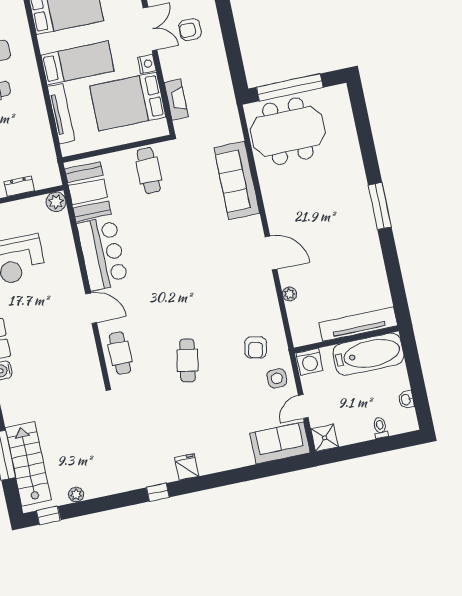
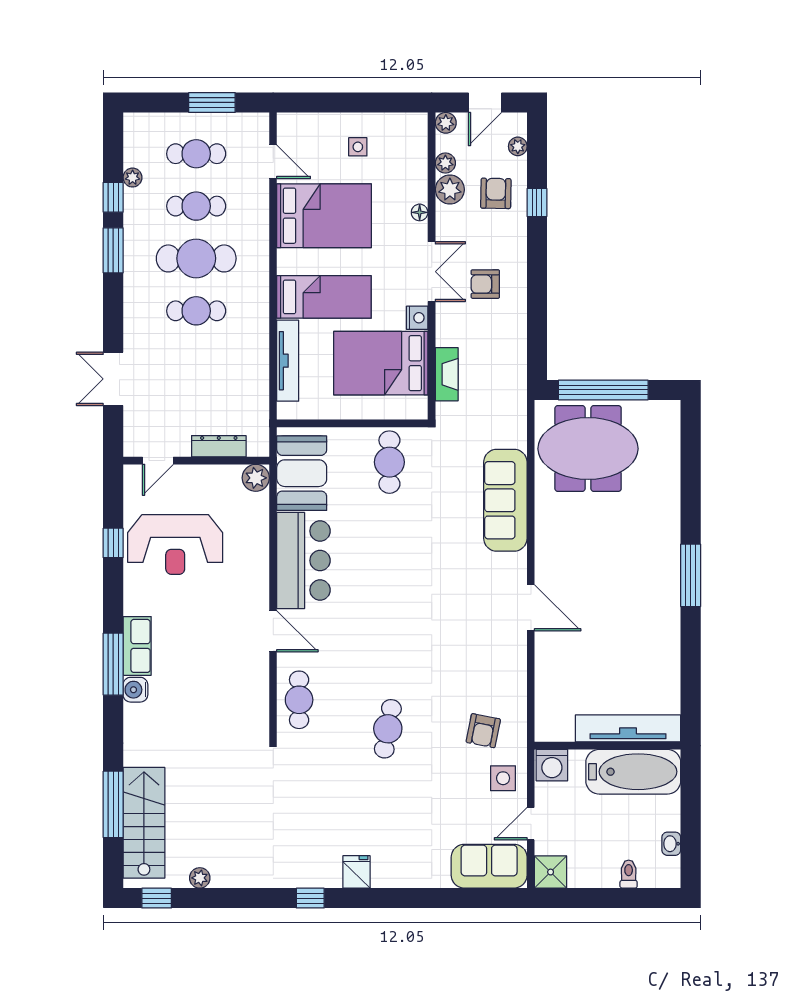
dresser: (19, 186) -> (219, 446), width x1.44
plant: (290, 294) -> (544, 668), removed

